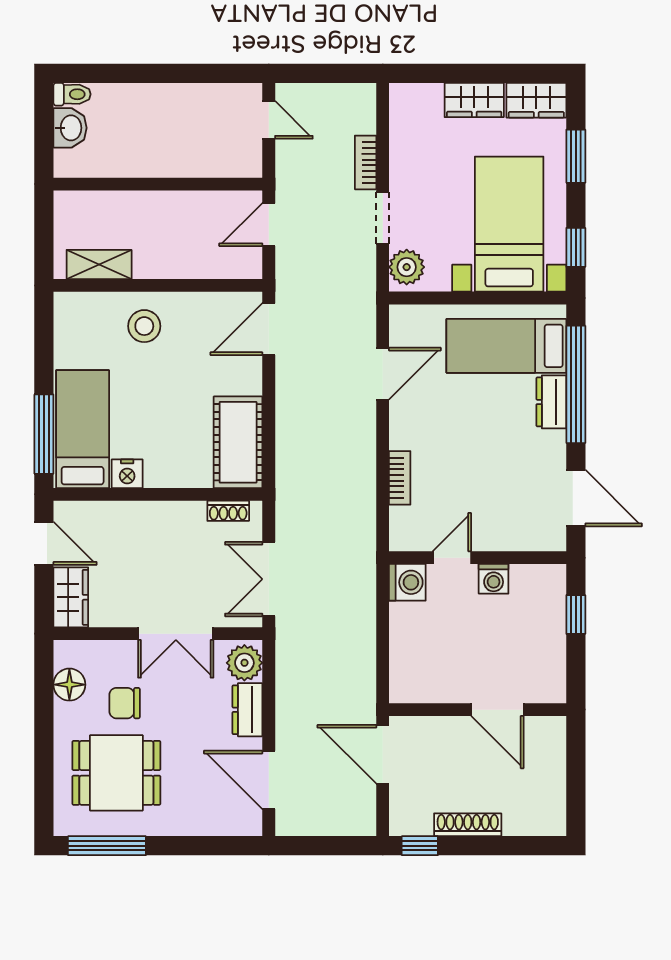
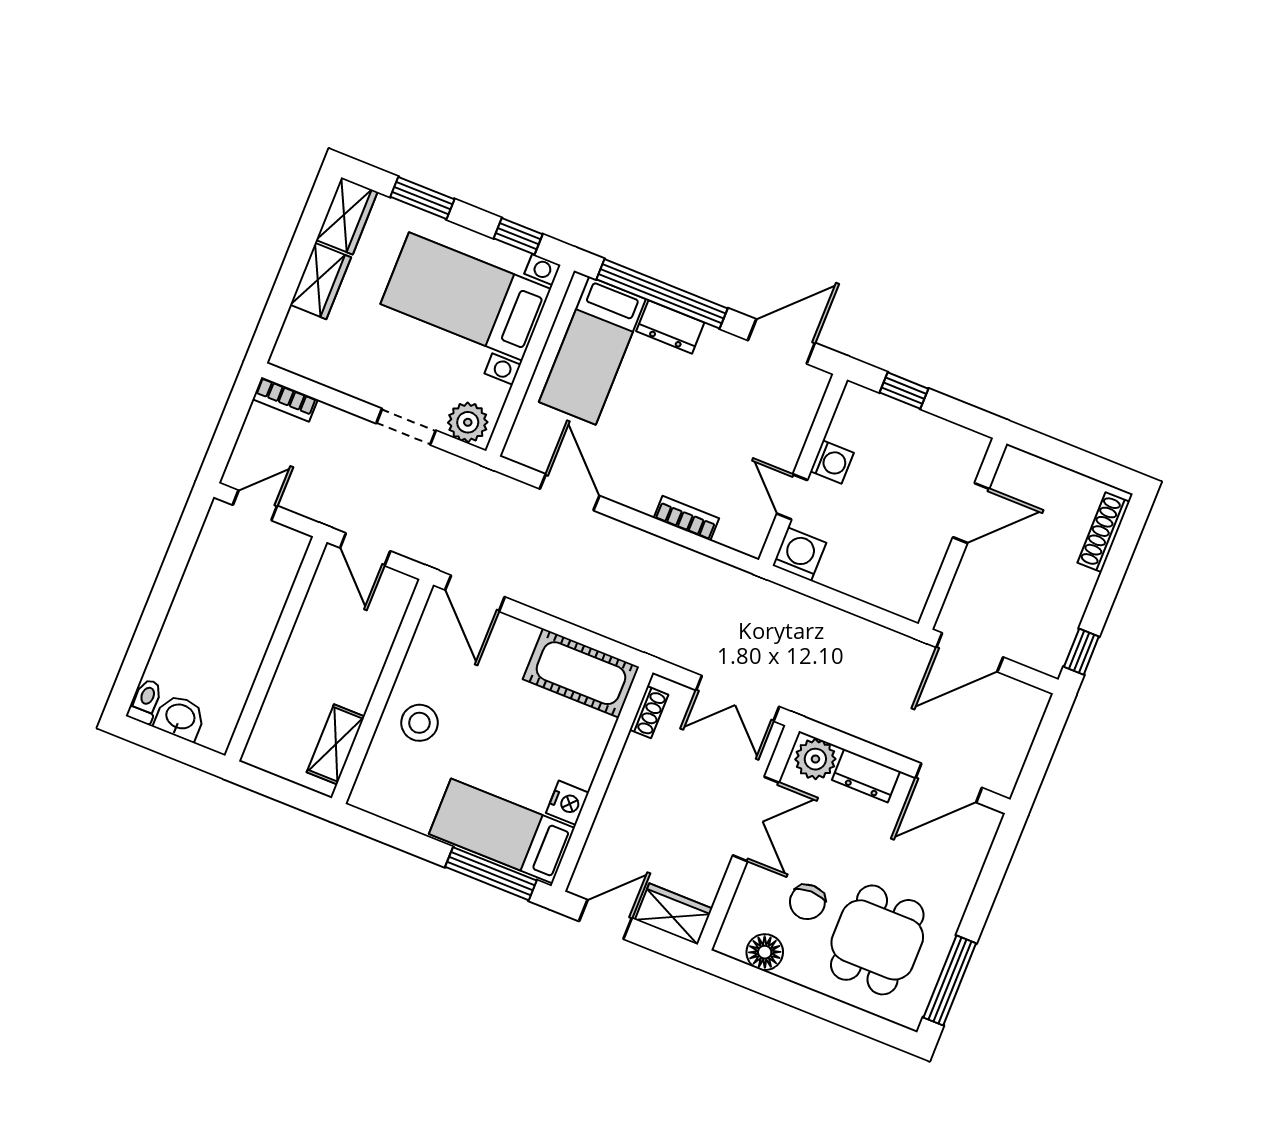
bookcase: (366, 162) -> (285, 399), moved
shoe rack: (468, 825) -> (1104, 532), moved

